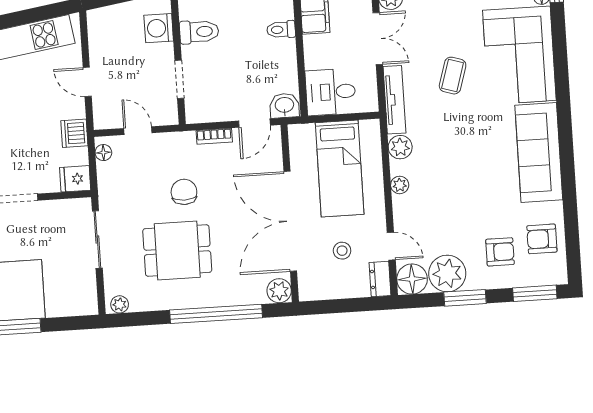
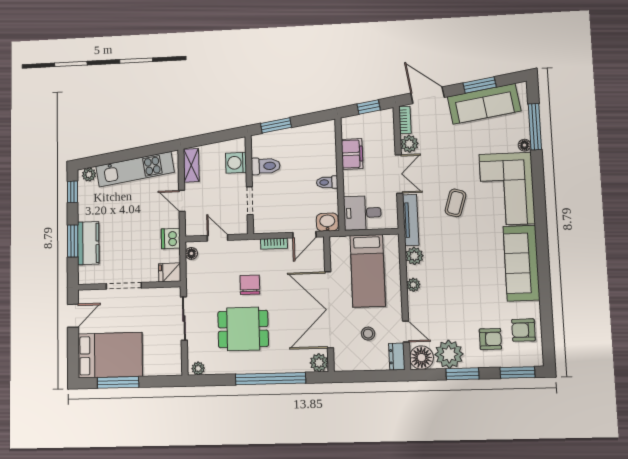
toilet: (281, 30) -> (327, 182), moved
shelving: (98, 33) -> (191, 165), added

